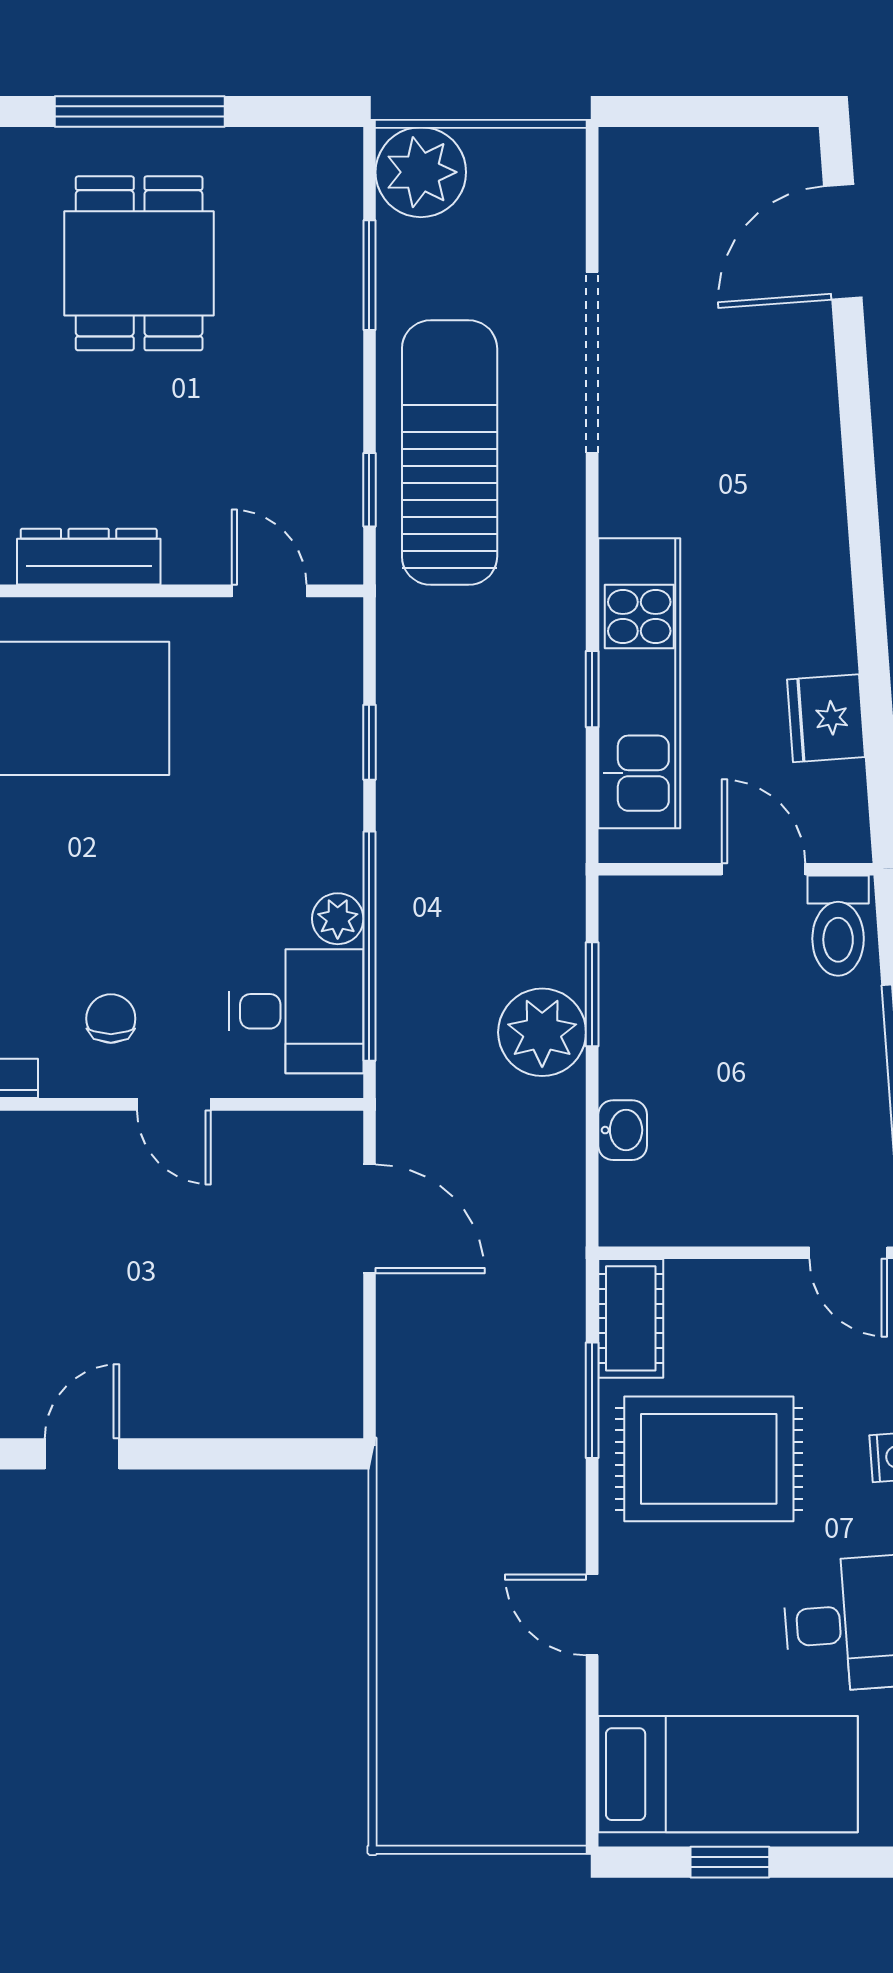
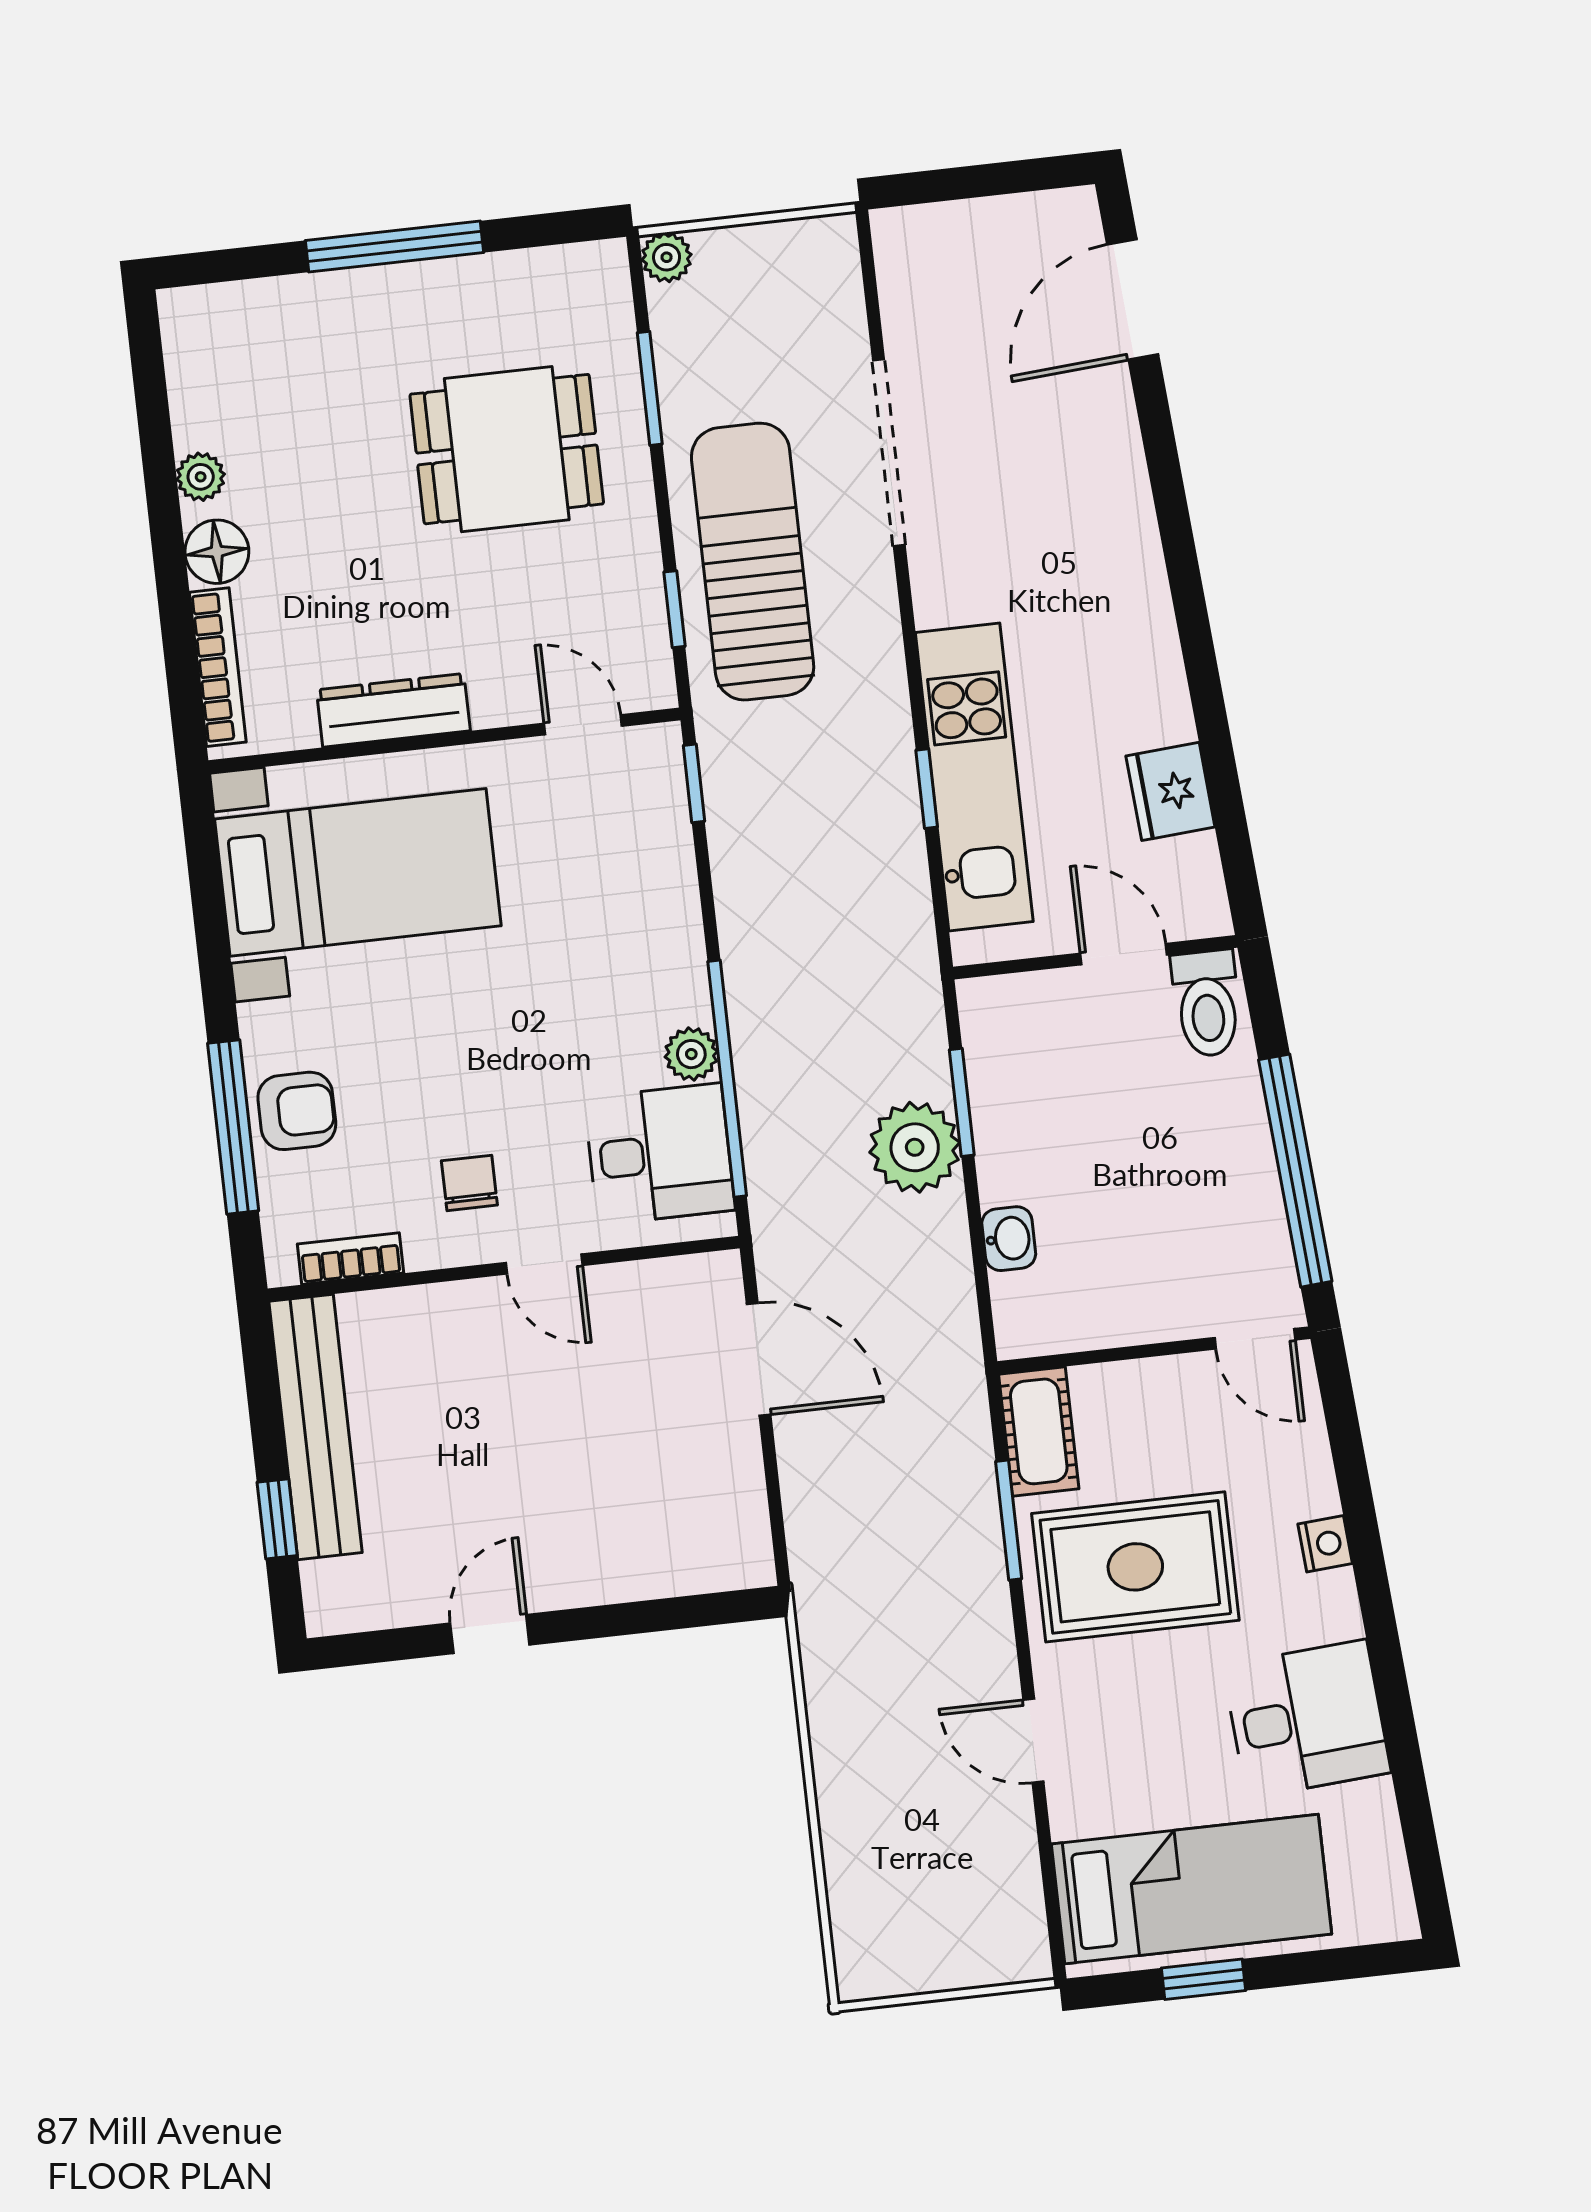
plant: (421, 172) -> (667, 257), width x0.53, depth x0.53
dining table: (139, 263) -> (507, 449), moved, turned 90
window: (369, 742) -> (694, 783), moved

